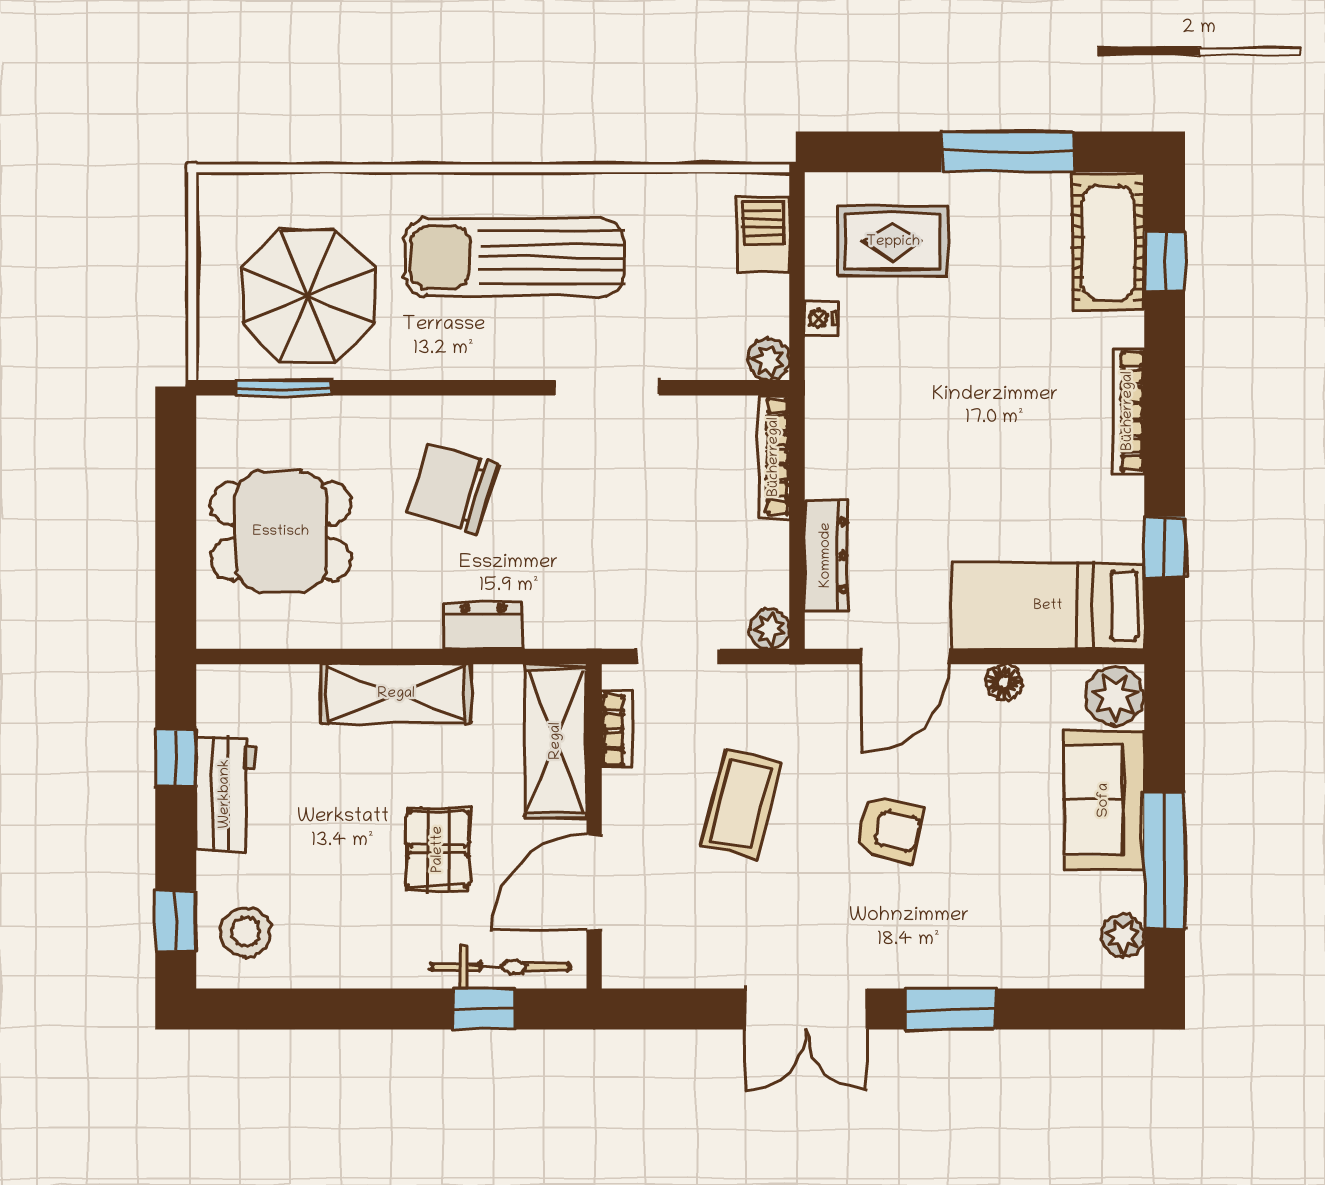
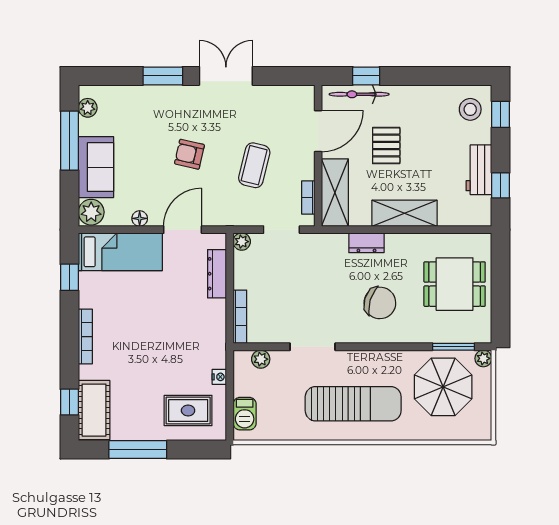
plant: (769, 359) -> (261, 359), moved
plant: (215, 361) -> (483, 358), added

